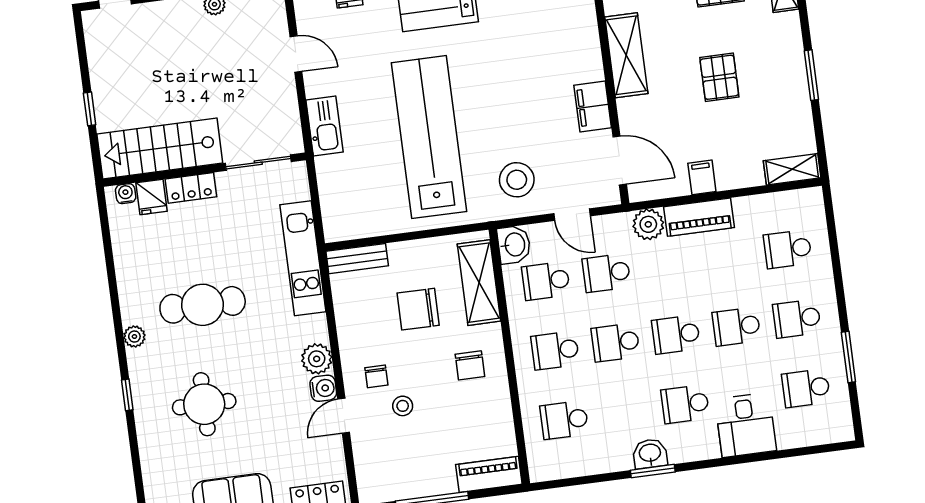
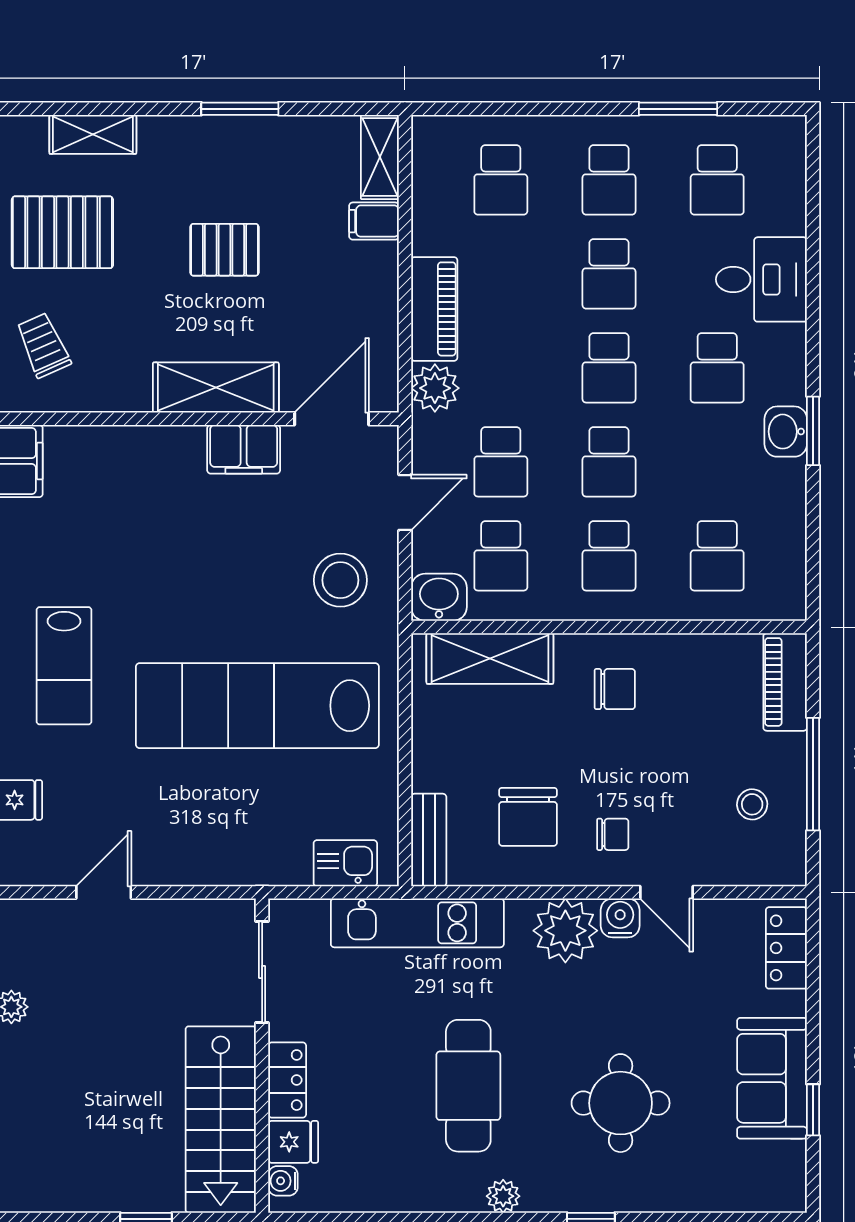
shelving: (626, 55) -> (216, 388), moved
kitchen sink: (324, 126) -> (345, 863), moved, width x0.73
filing cabinet: (702, 177) -> (374, 221), moved
chair: (418, 309) -> (528, 817), moved
plant: (317, 359) -> (565, 931), width x1.36, depth x1.36
stool: (403, 406) -> (752, 804), moved

